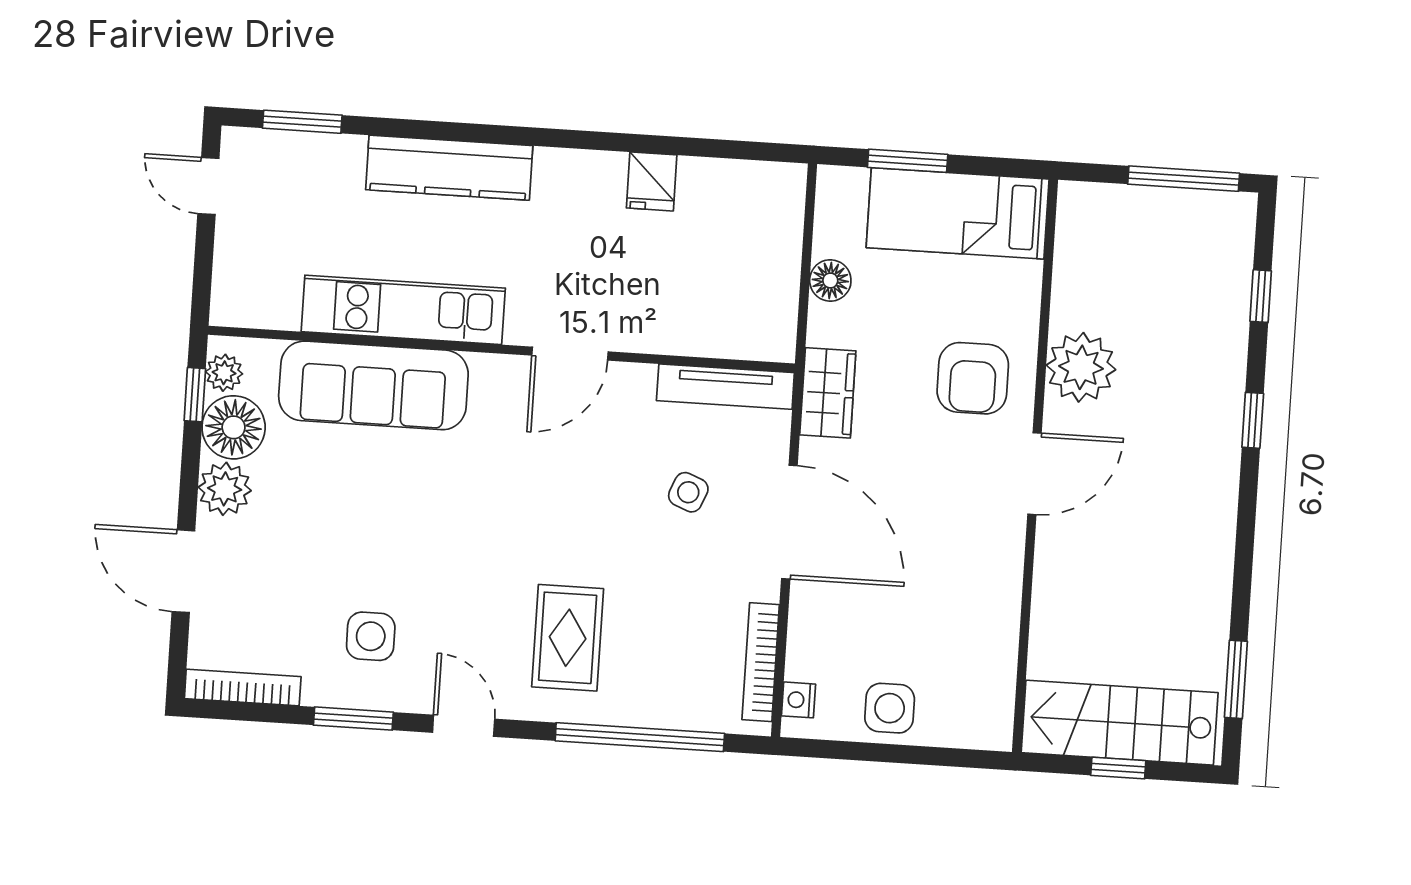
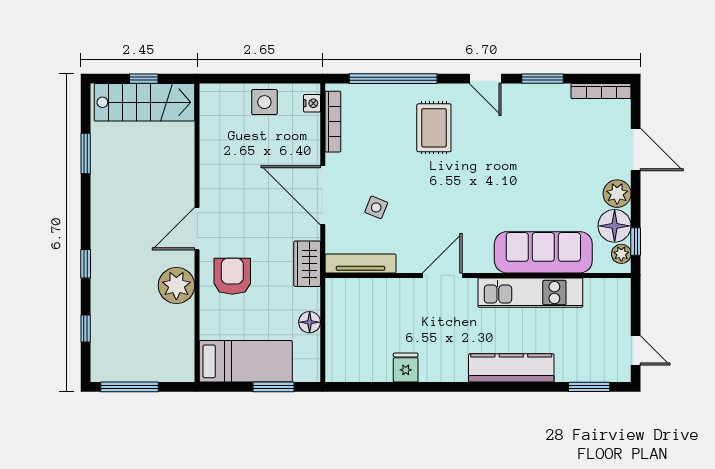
side table: (371, 636) -> (536, 122), removed
window: (1236, 679) -> (86, 153), moved

